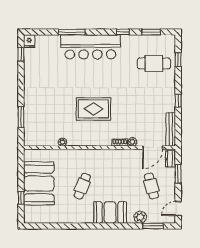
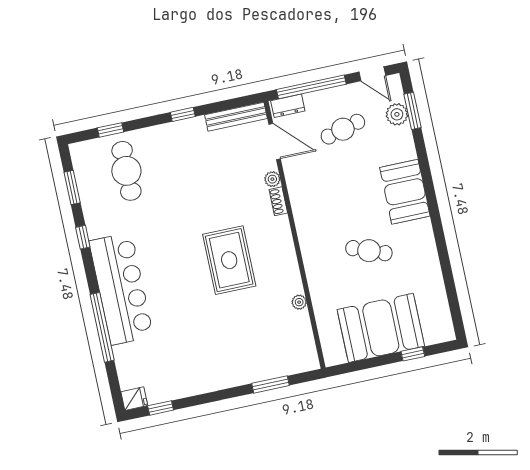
window: (72, 32) -> (102, 327), width x1.46
window: (178, 174) -> (311, 87), width x2.11
plant: (140, 217) -> (397, 114), moved

